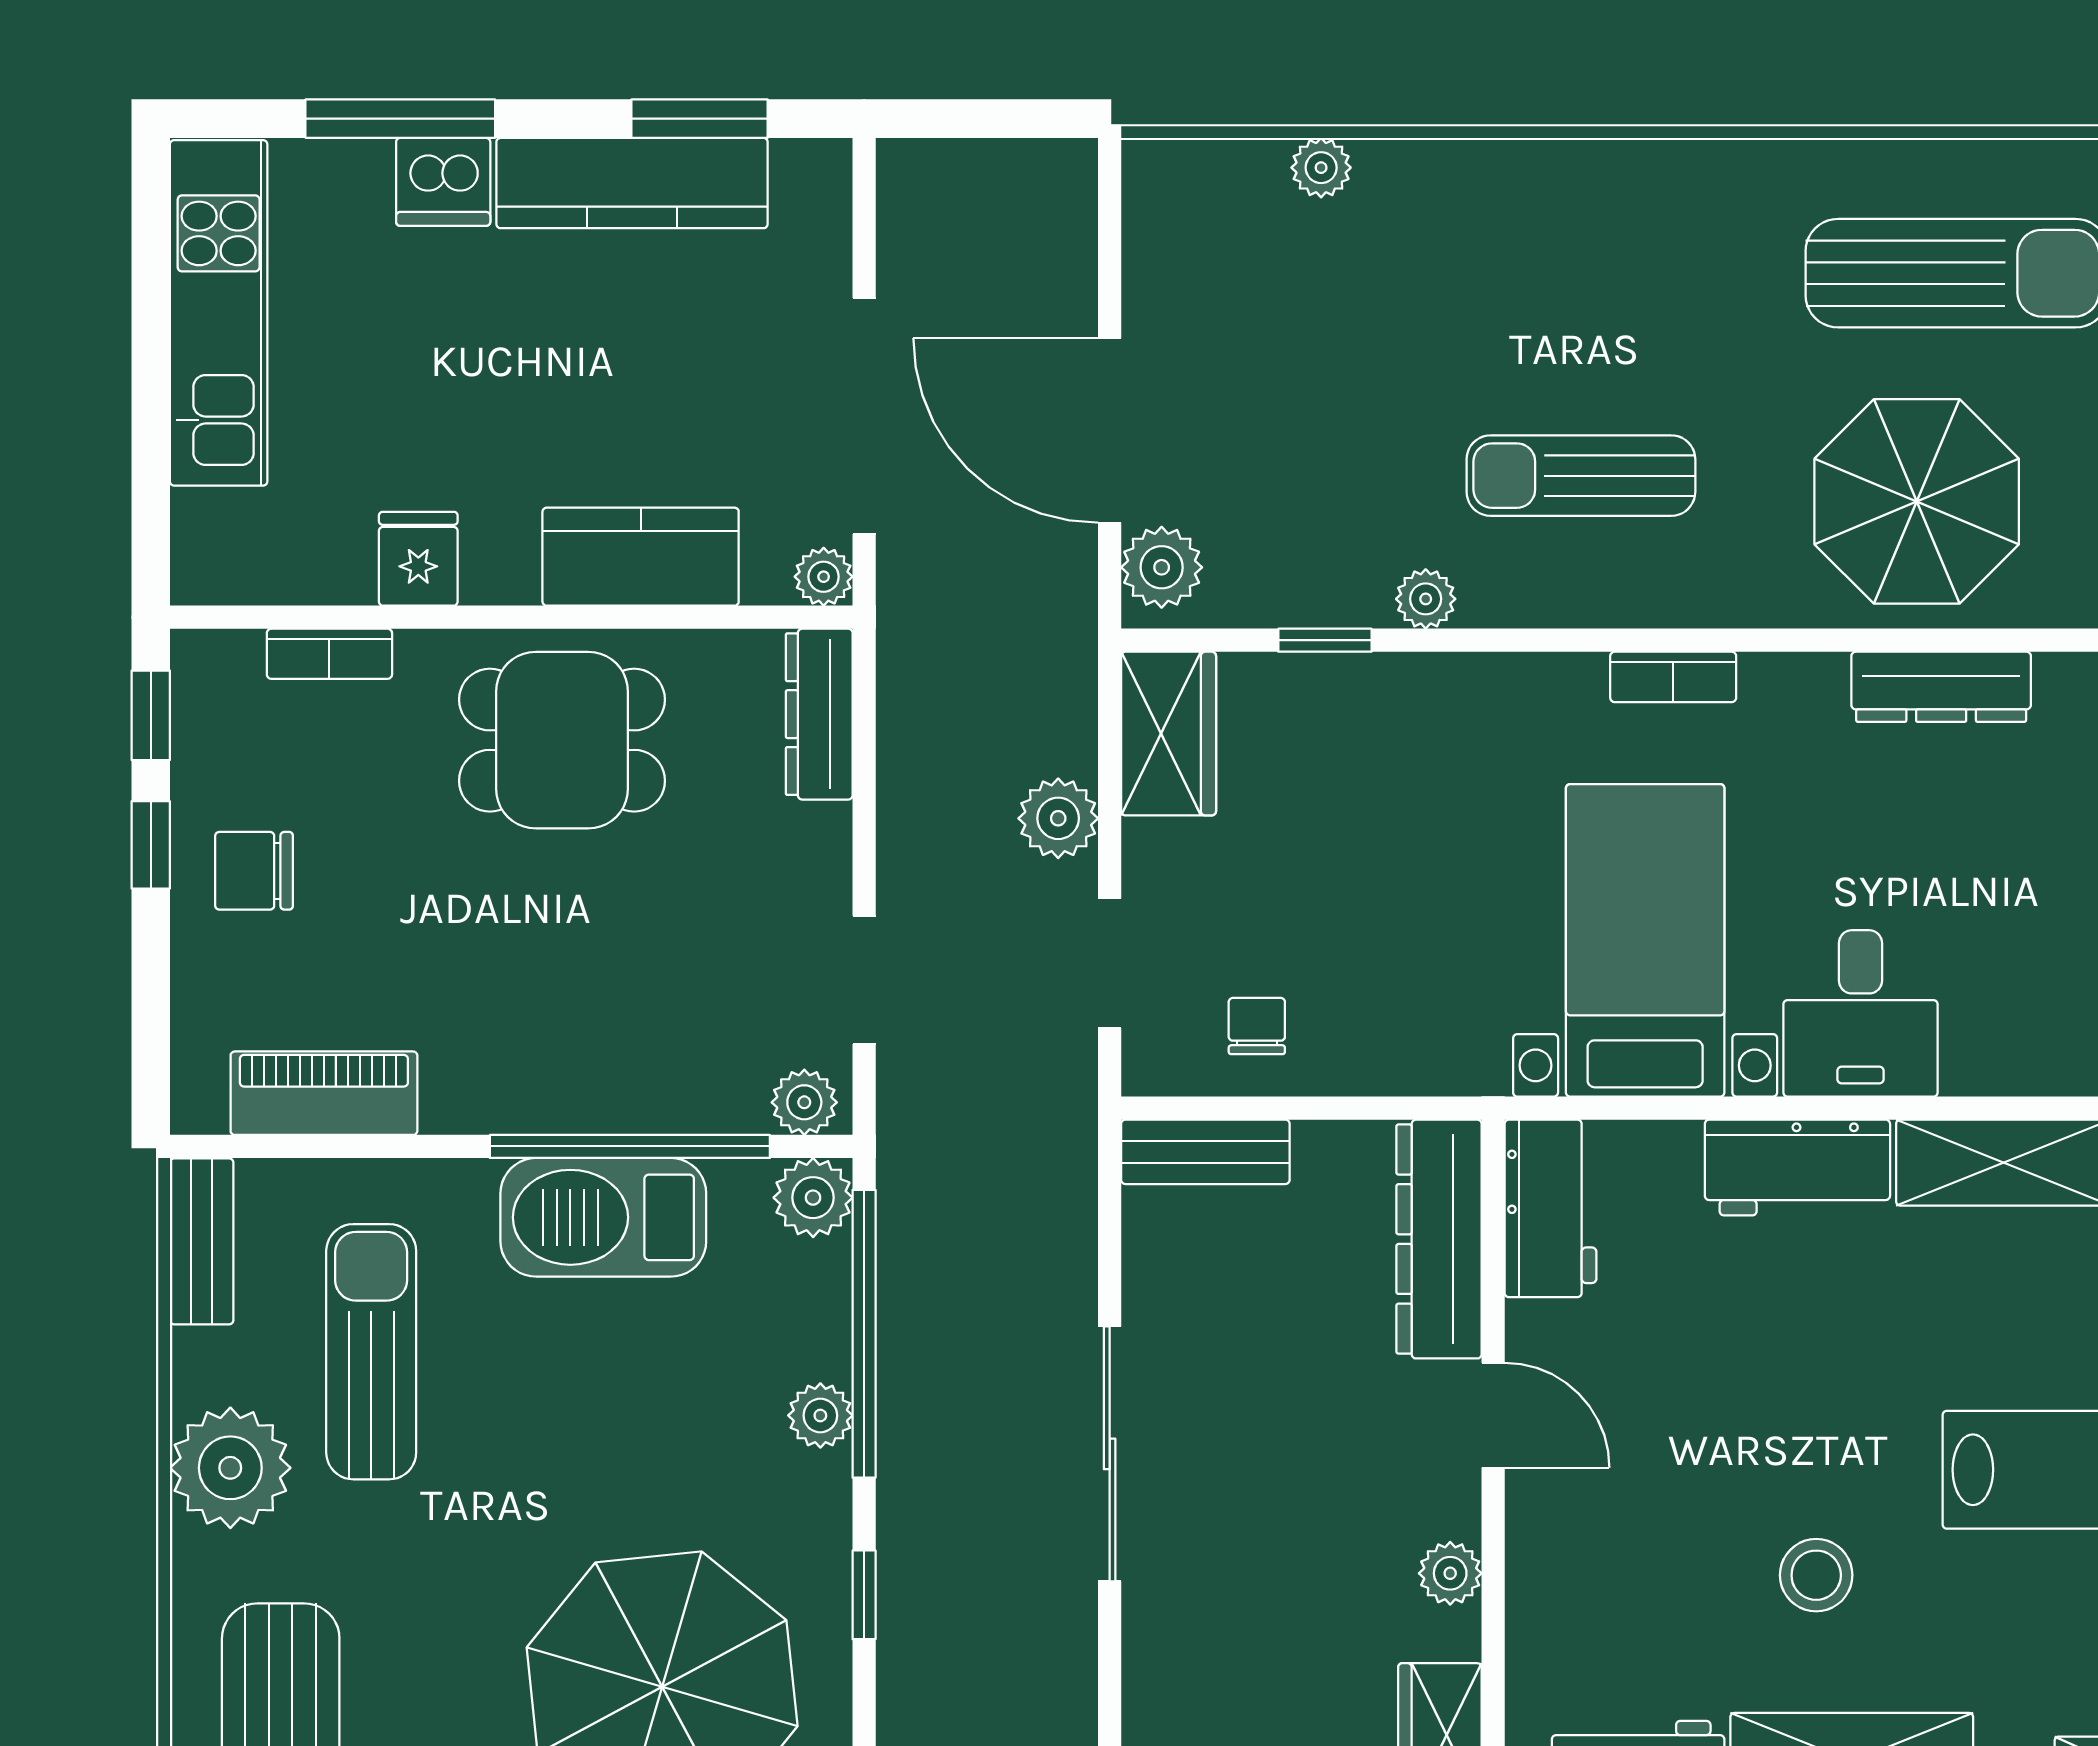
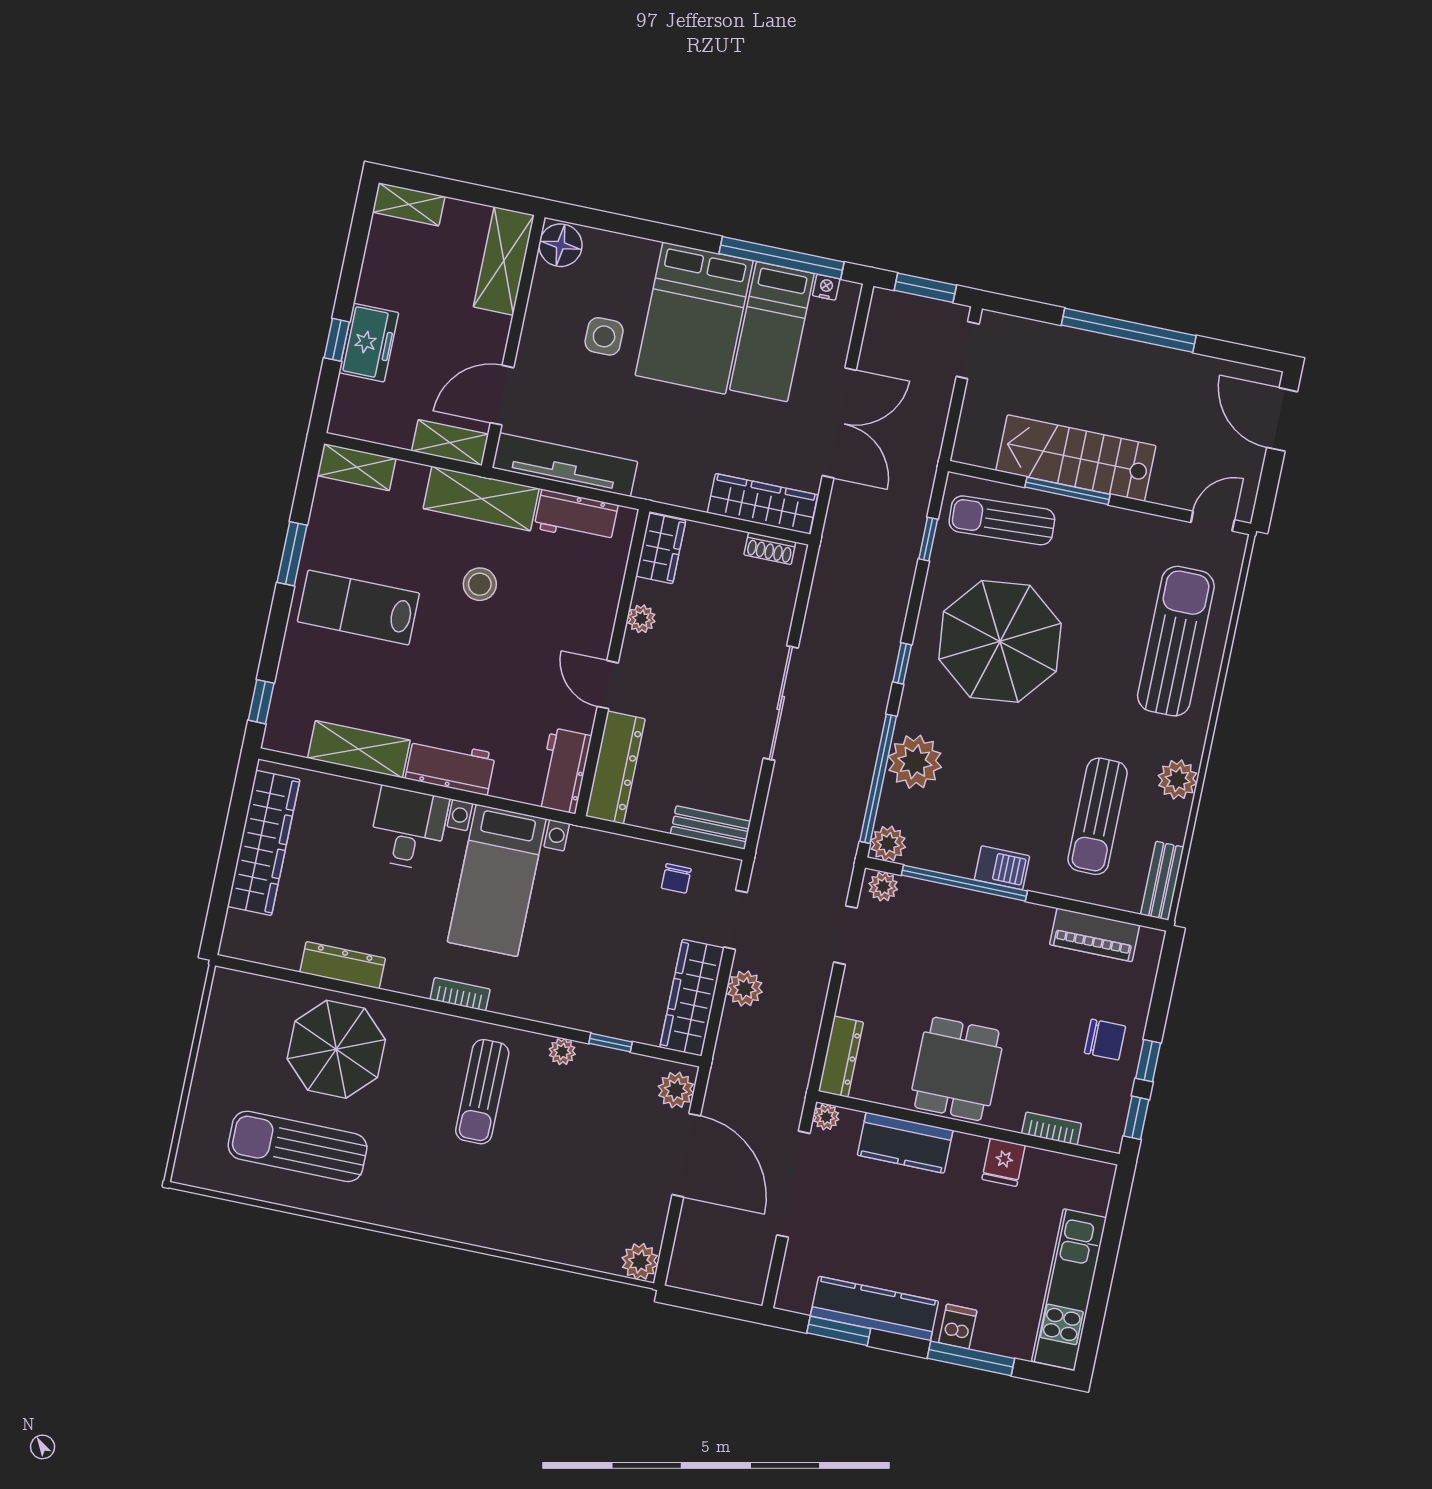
plant: (1321, 168) -> (640, 1262), moved, width x1.38, depth x1.38
dishwasher: (443, 182) -> (958, 1326), width x0.73
sun lounger: (1581, 476) -> (482, 1092), turned 90
wardrobe: (1169, 734) -> (692, 998), width x1.50
dining table: (562, 740) -> (957, 1069), turned 90
barbecue: (603, 1217) -> (1002, 868), width x0.53, depth x0.65
plant: (820, 1415) -> (915, 762), width x1.87, depth x1.87
plant: (230, 1468) -> (1178, 779), width x0.73, depth x0.73

